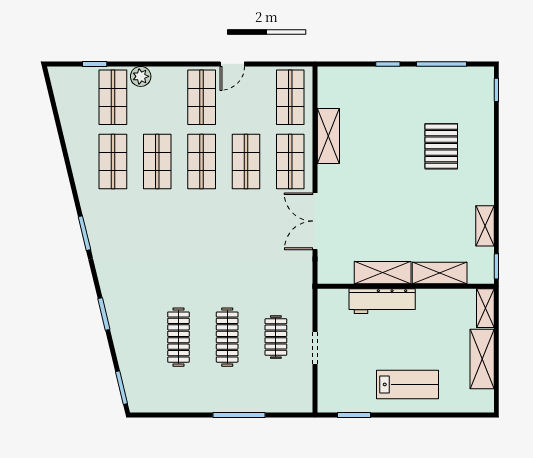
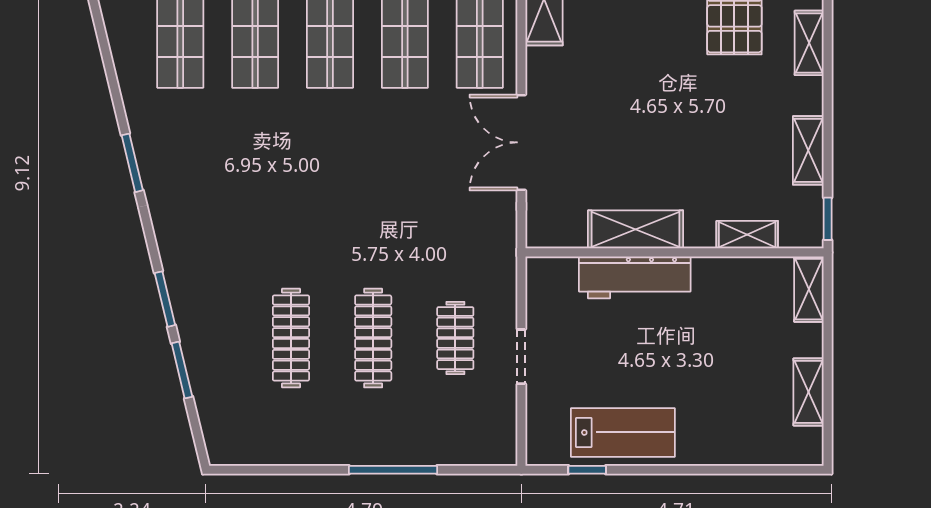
shelving: (485, 162) -> (809, 43), added
shelving: (440, 273) -> (747, 235), width x0.67, depth x0.75
shelving: (482, 359) -> (809, 392), width x0.67, depth x0.75
lab bench: (408, 384) -> (623, 432), moved
window: (122, 388) -> (182, 370), moved
window: (354, 415) -> (587, 470), width x0.67

